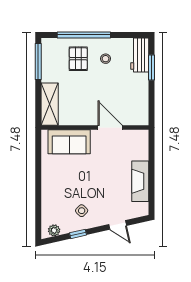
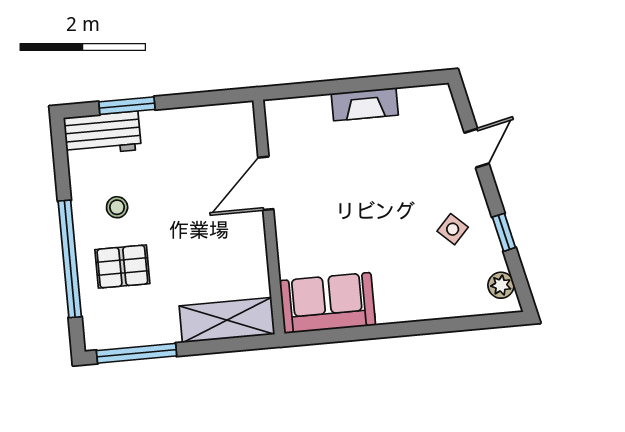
sofa: (69, 142) -> (327, 303), moved, turned -90
fireplace: (140, 181) -> (365, 104), width x0.73, depth x0.76

